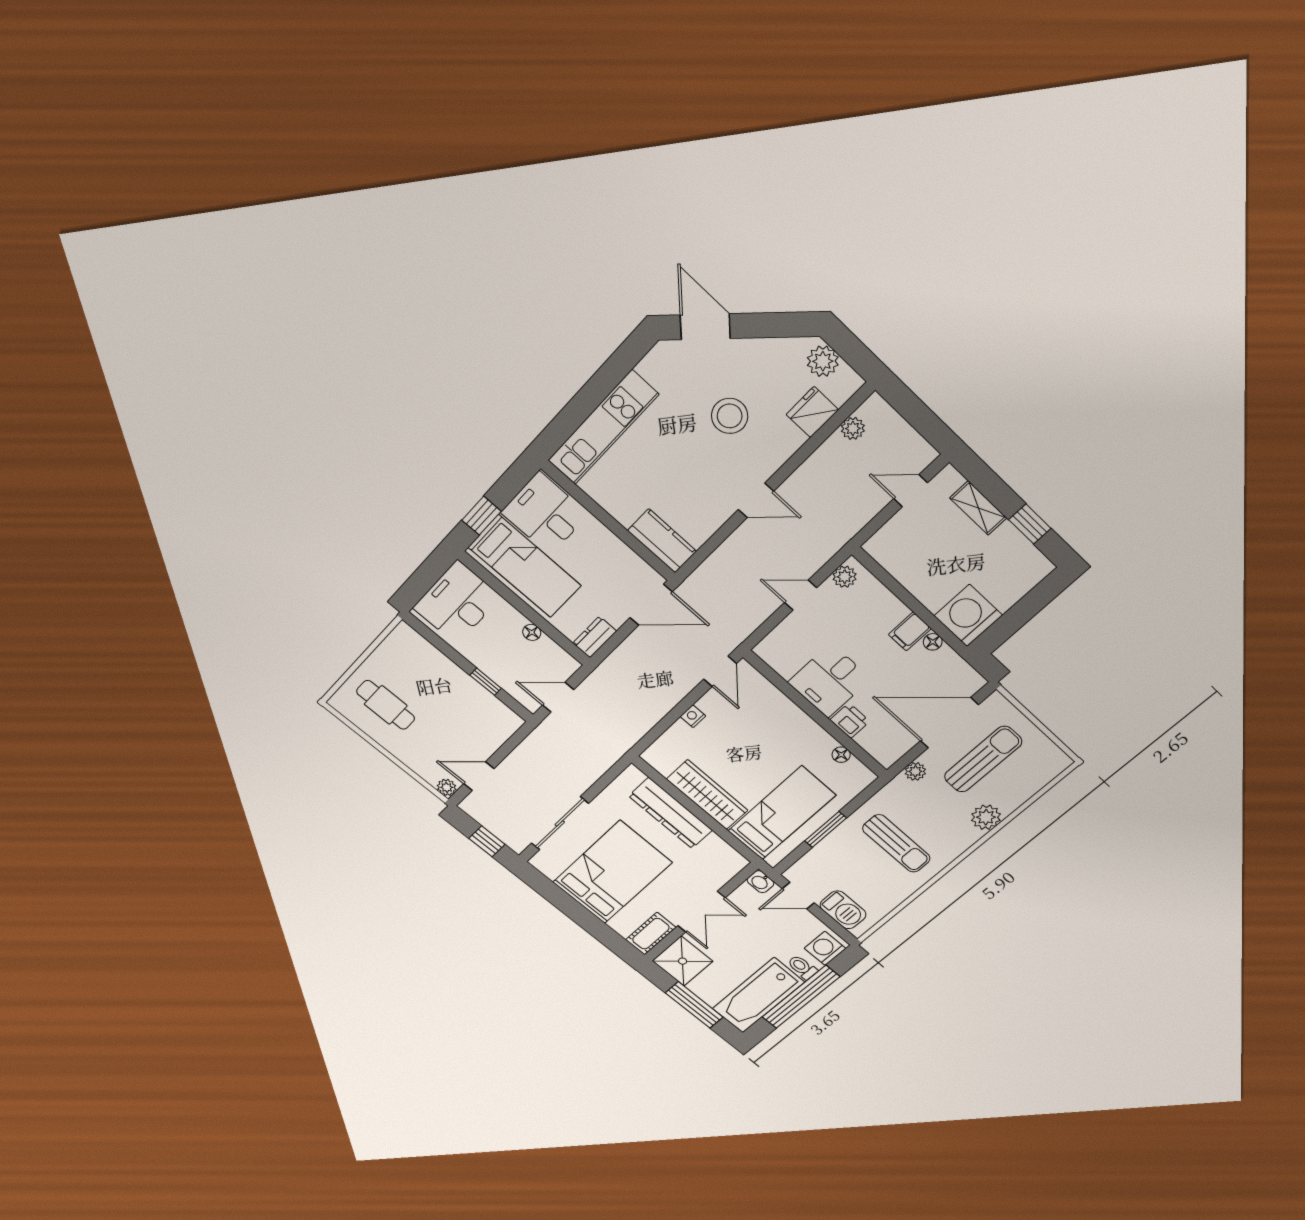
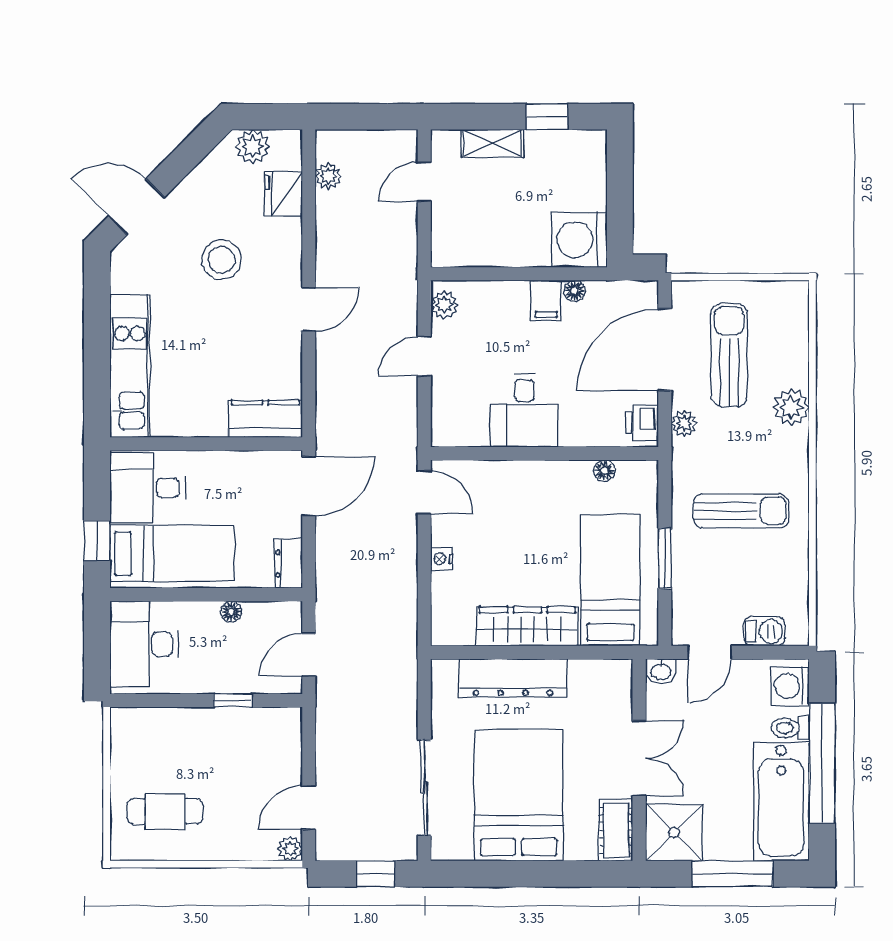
printer: (850, 721) -> (642, 422), moved, turned -90
barbecue: (843, 910) -> (764, 631), width x0.73, depth x0.79

